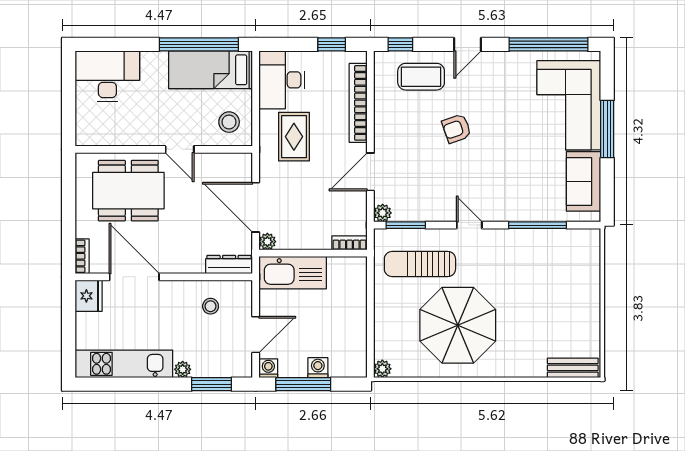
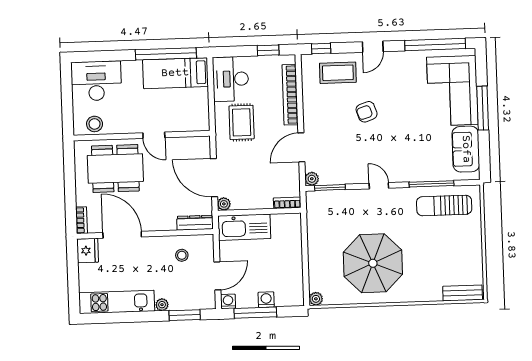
stool: (229, 122) -> (95, 124), moved
sun lounger: (420, 264) -> (444, 206), moved

